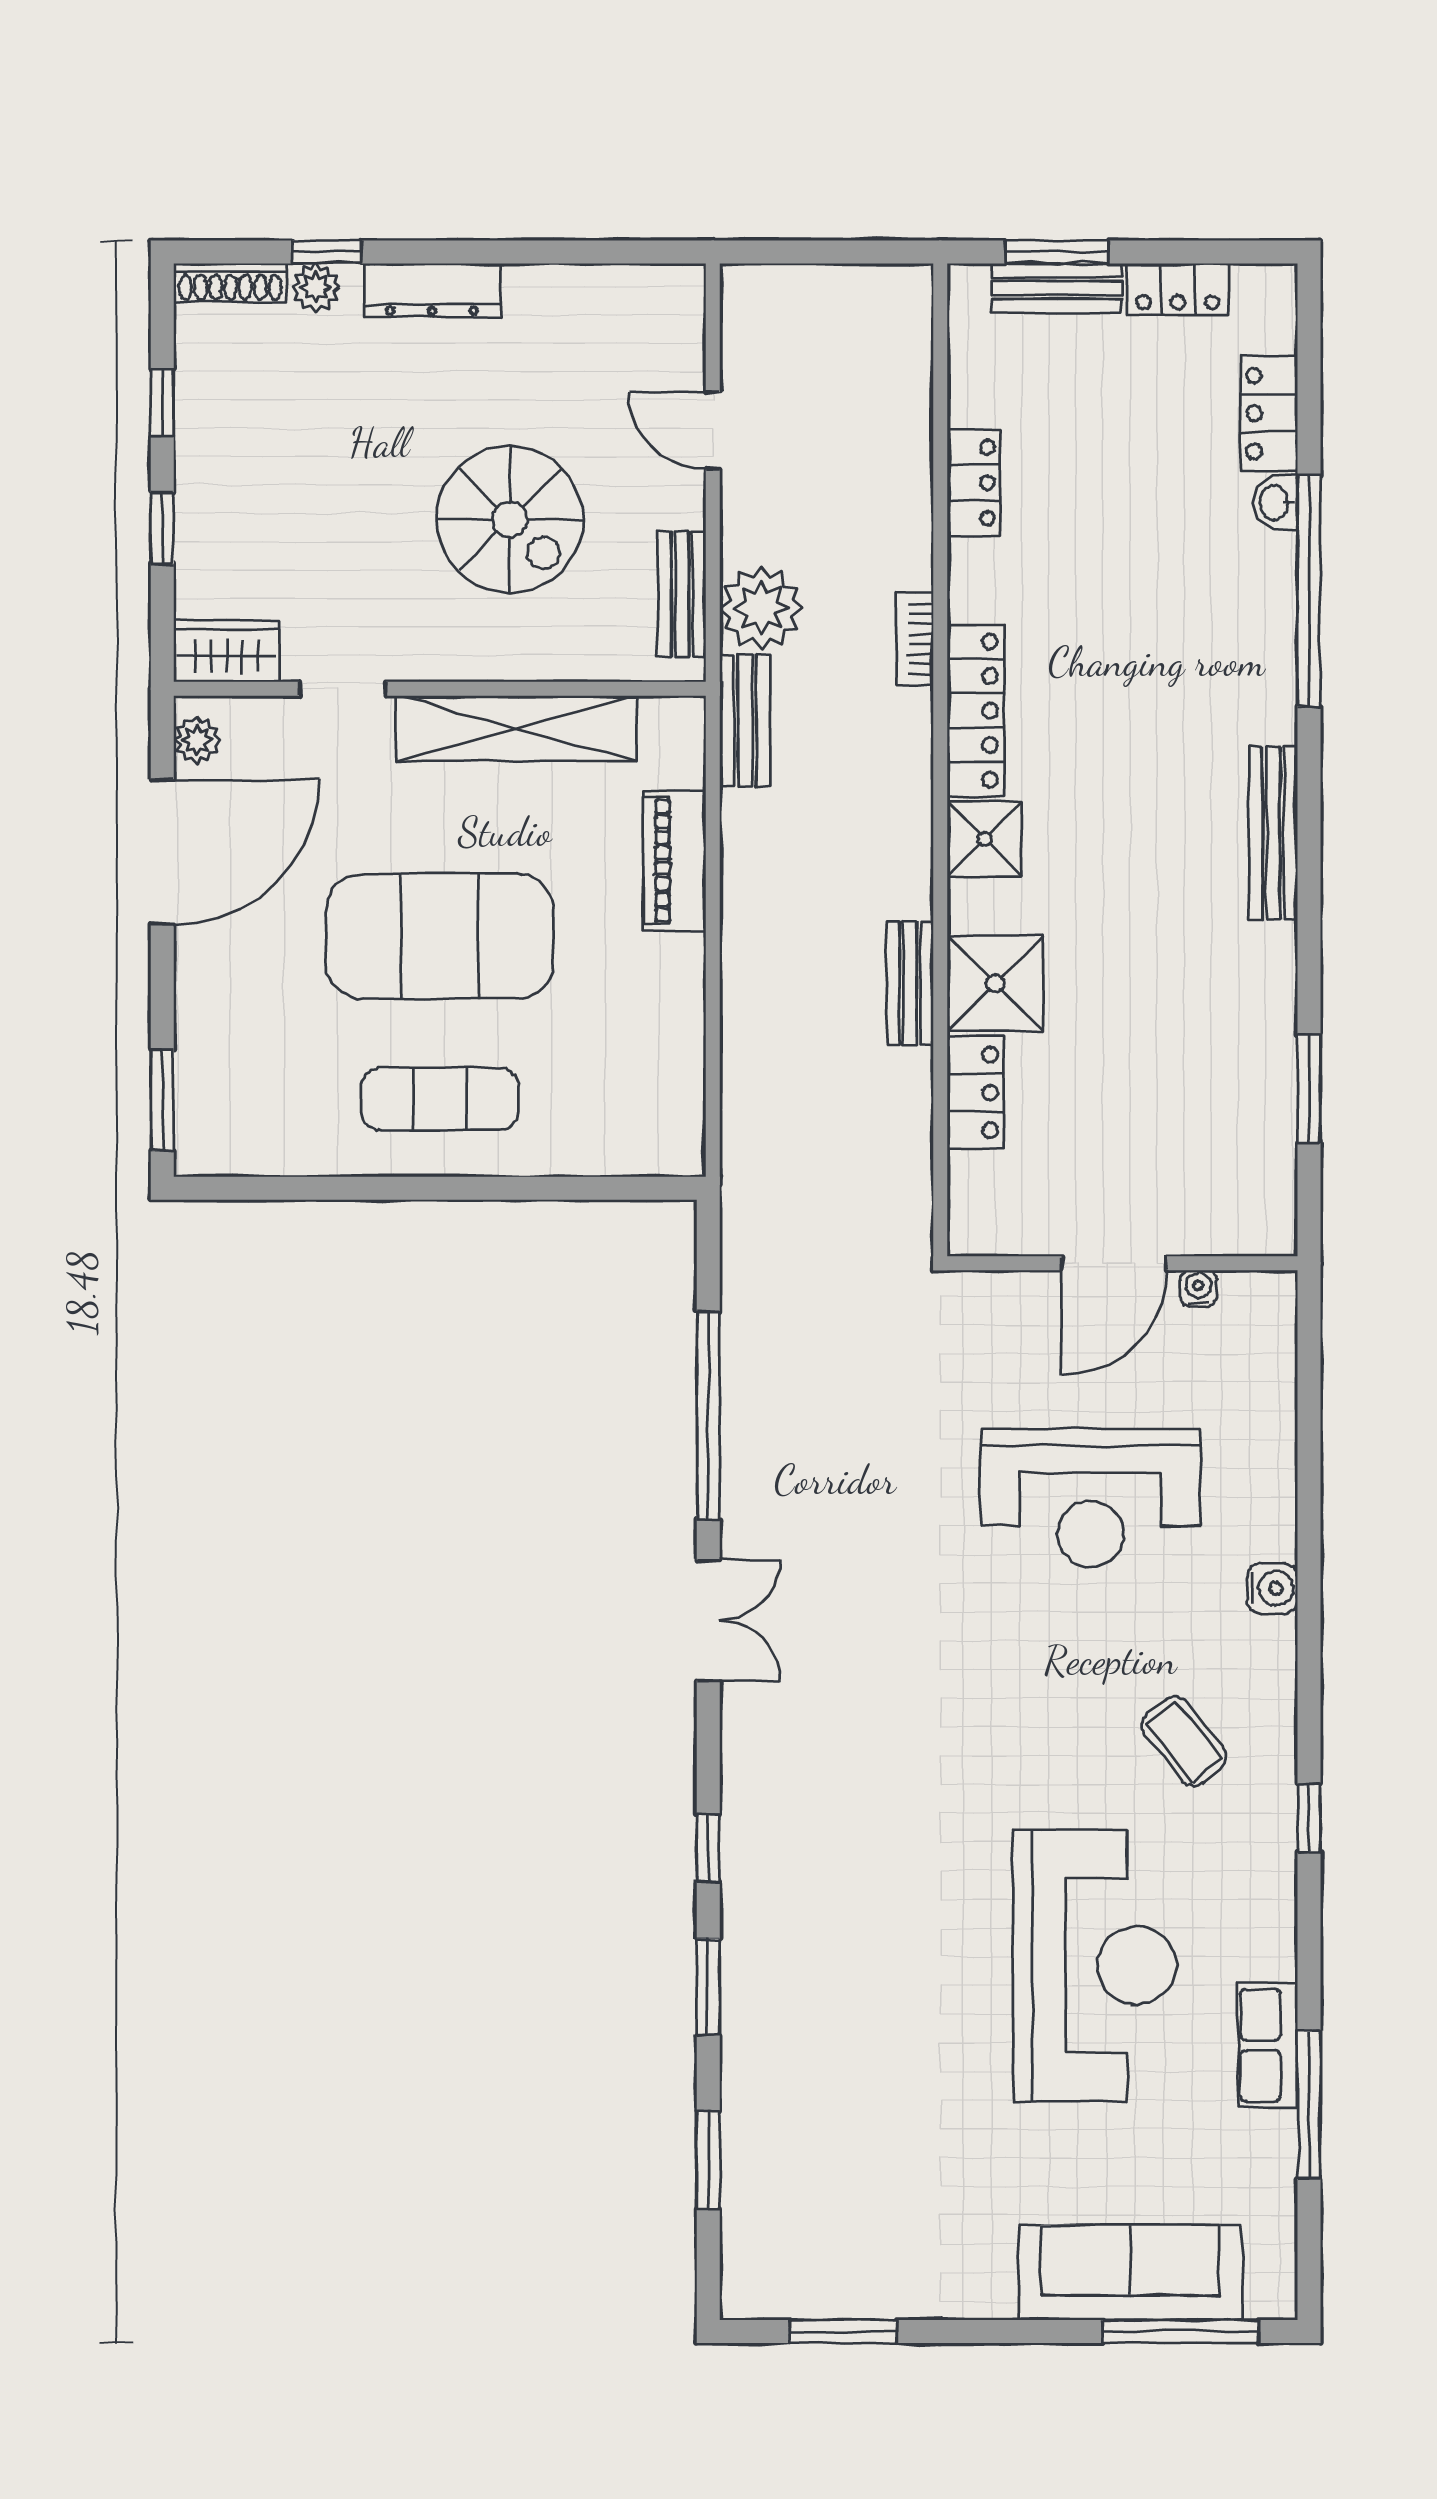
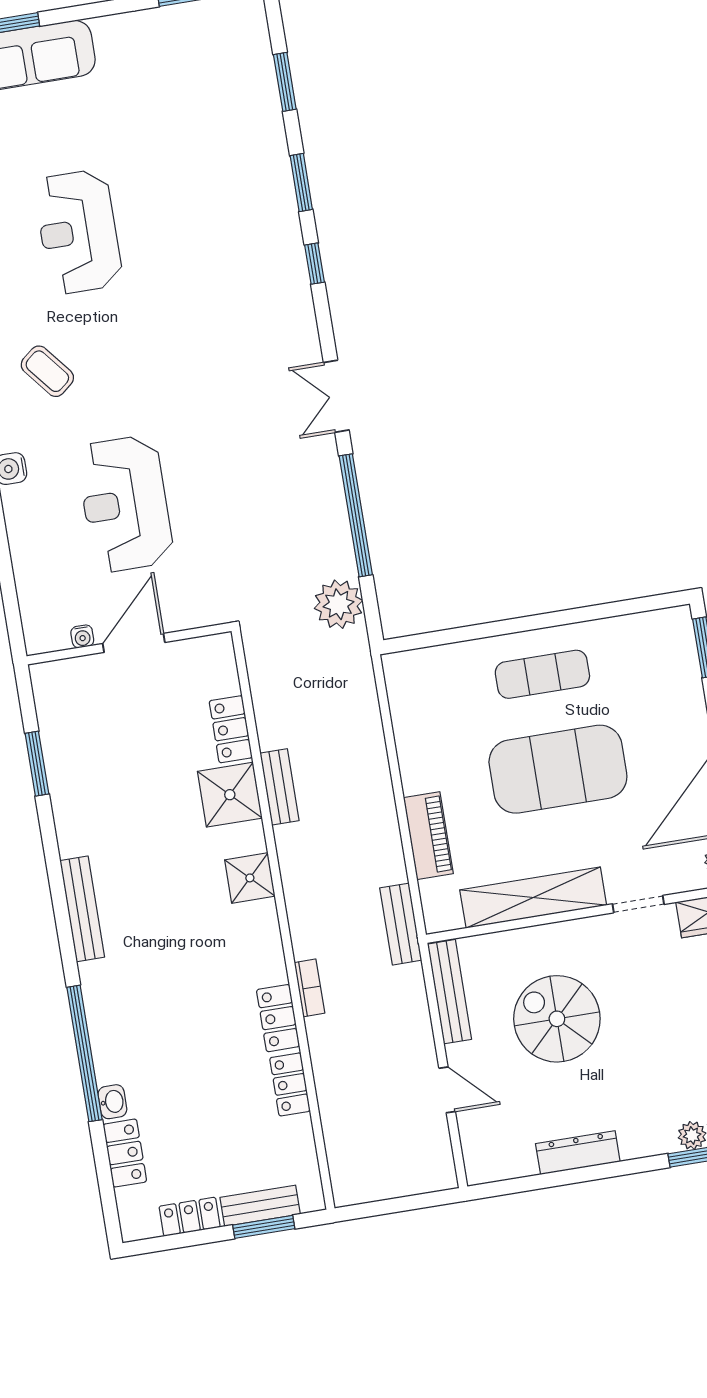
dresser: (432, 290) -> (578, 1153), moved
bench: (682, 594) -> (449, 992), width x1.36
plant: (761, 608) -> (339, 604), moved
locker: (976, 711) -> (278, 1018), moved, width x0.66
reception desk: (1091, 1498) -> (125, 504), turned -90
reception desk: (1094, 1965) -> (78, 232), width x0.74, depth x0.77

